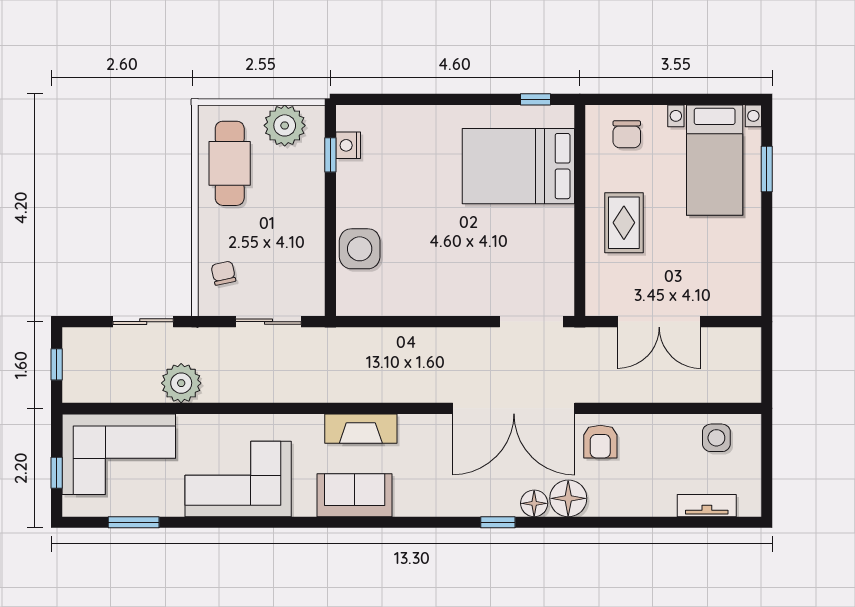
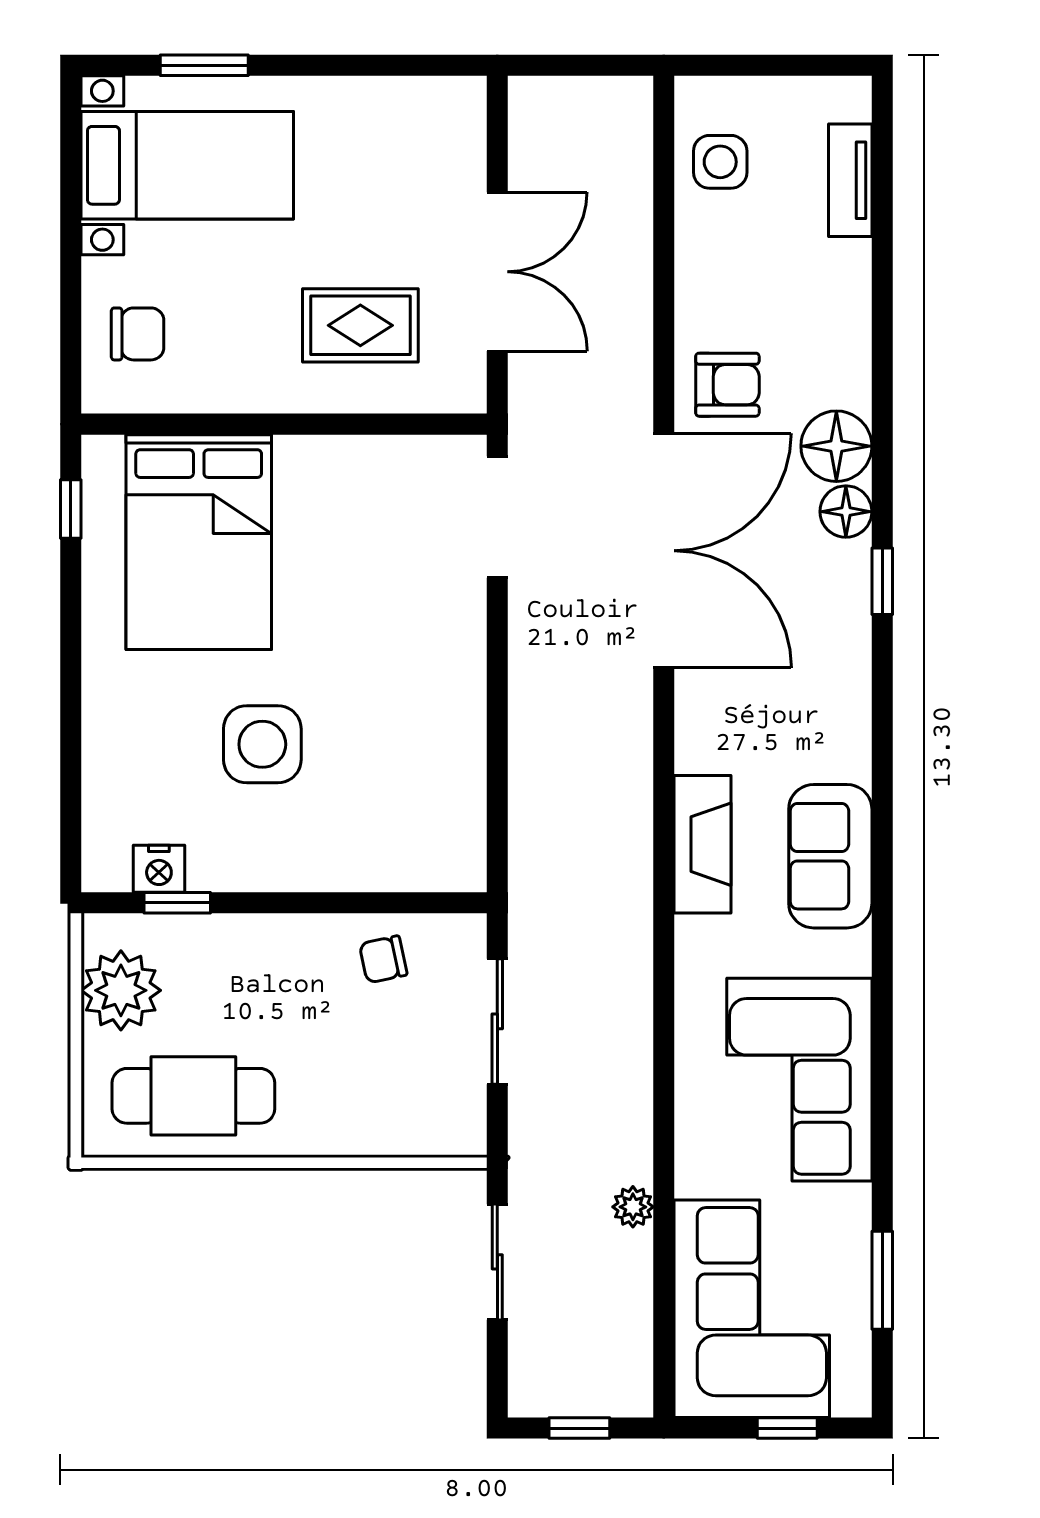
rug: (624, 223) -> (360, 325), moved
side table: (360, 249) -> (262, 744), moved
chair: (223, 273) -> (383, 959), moved
plant: (181, 383) -> (633, 1207), width x0.53, depth x0.53

